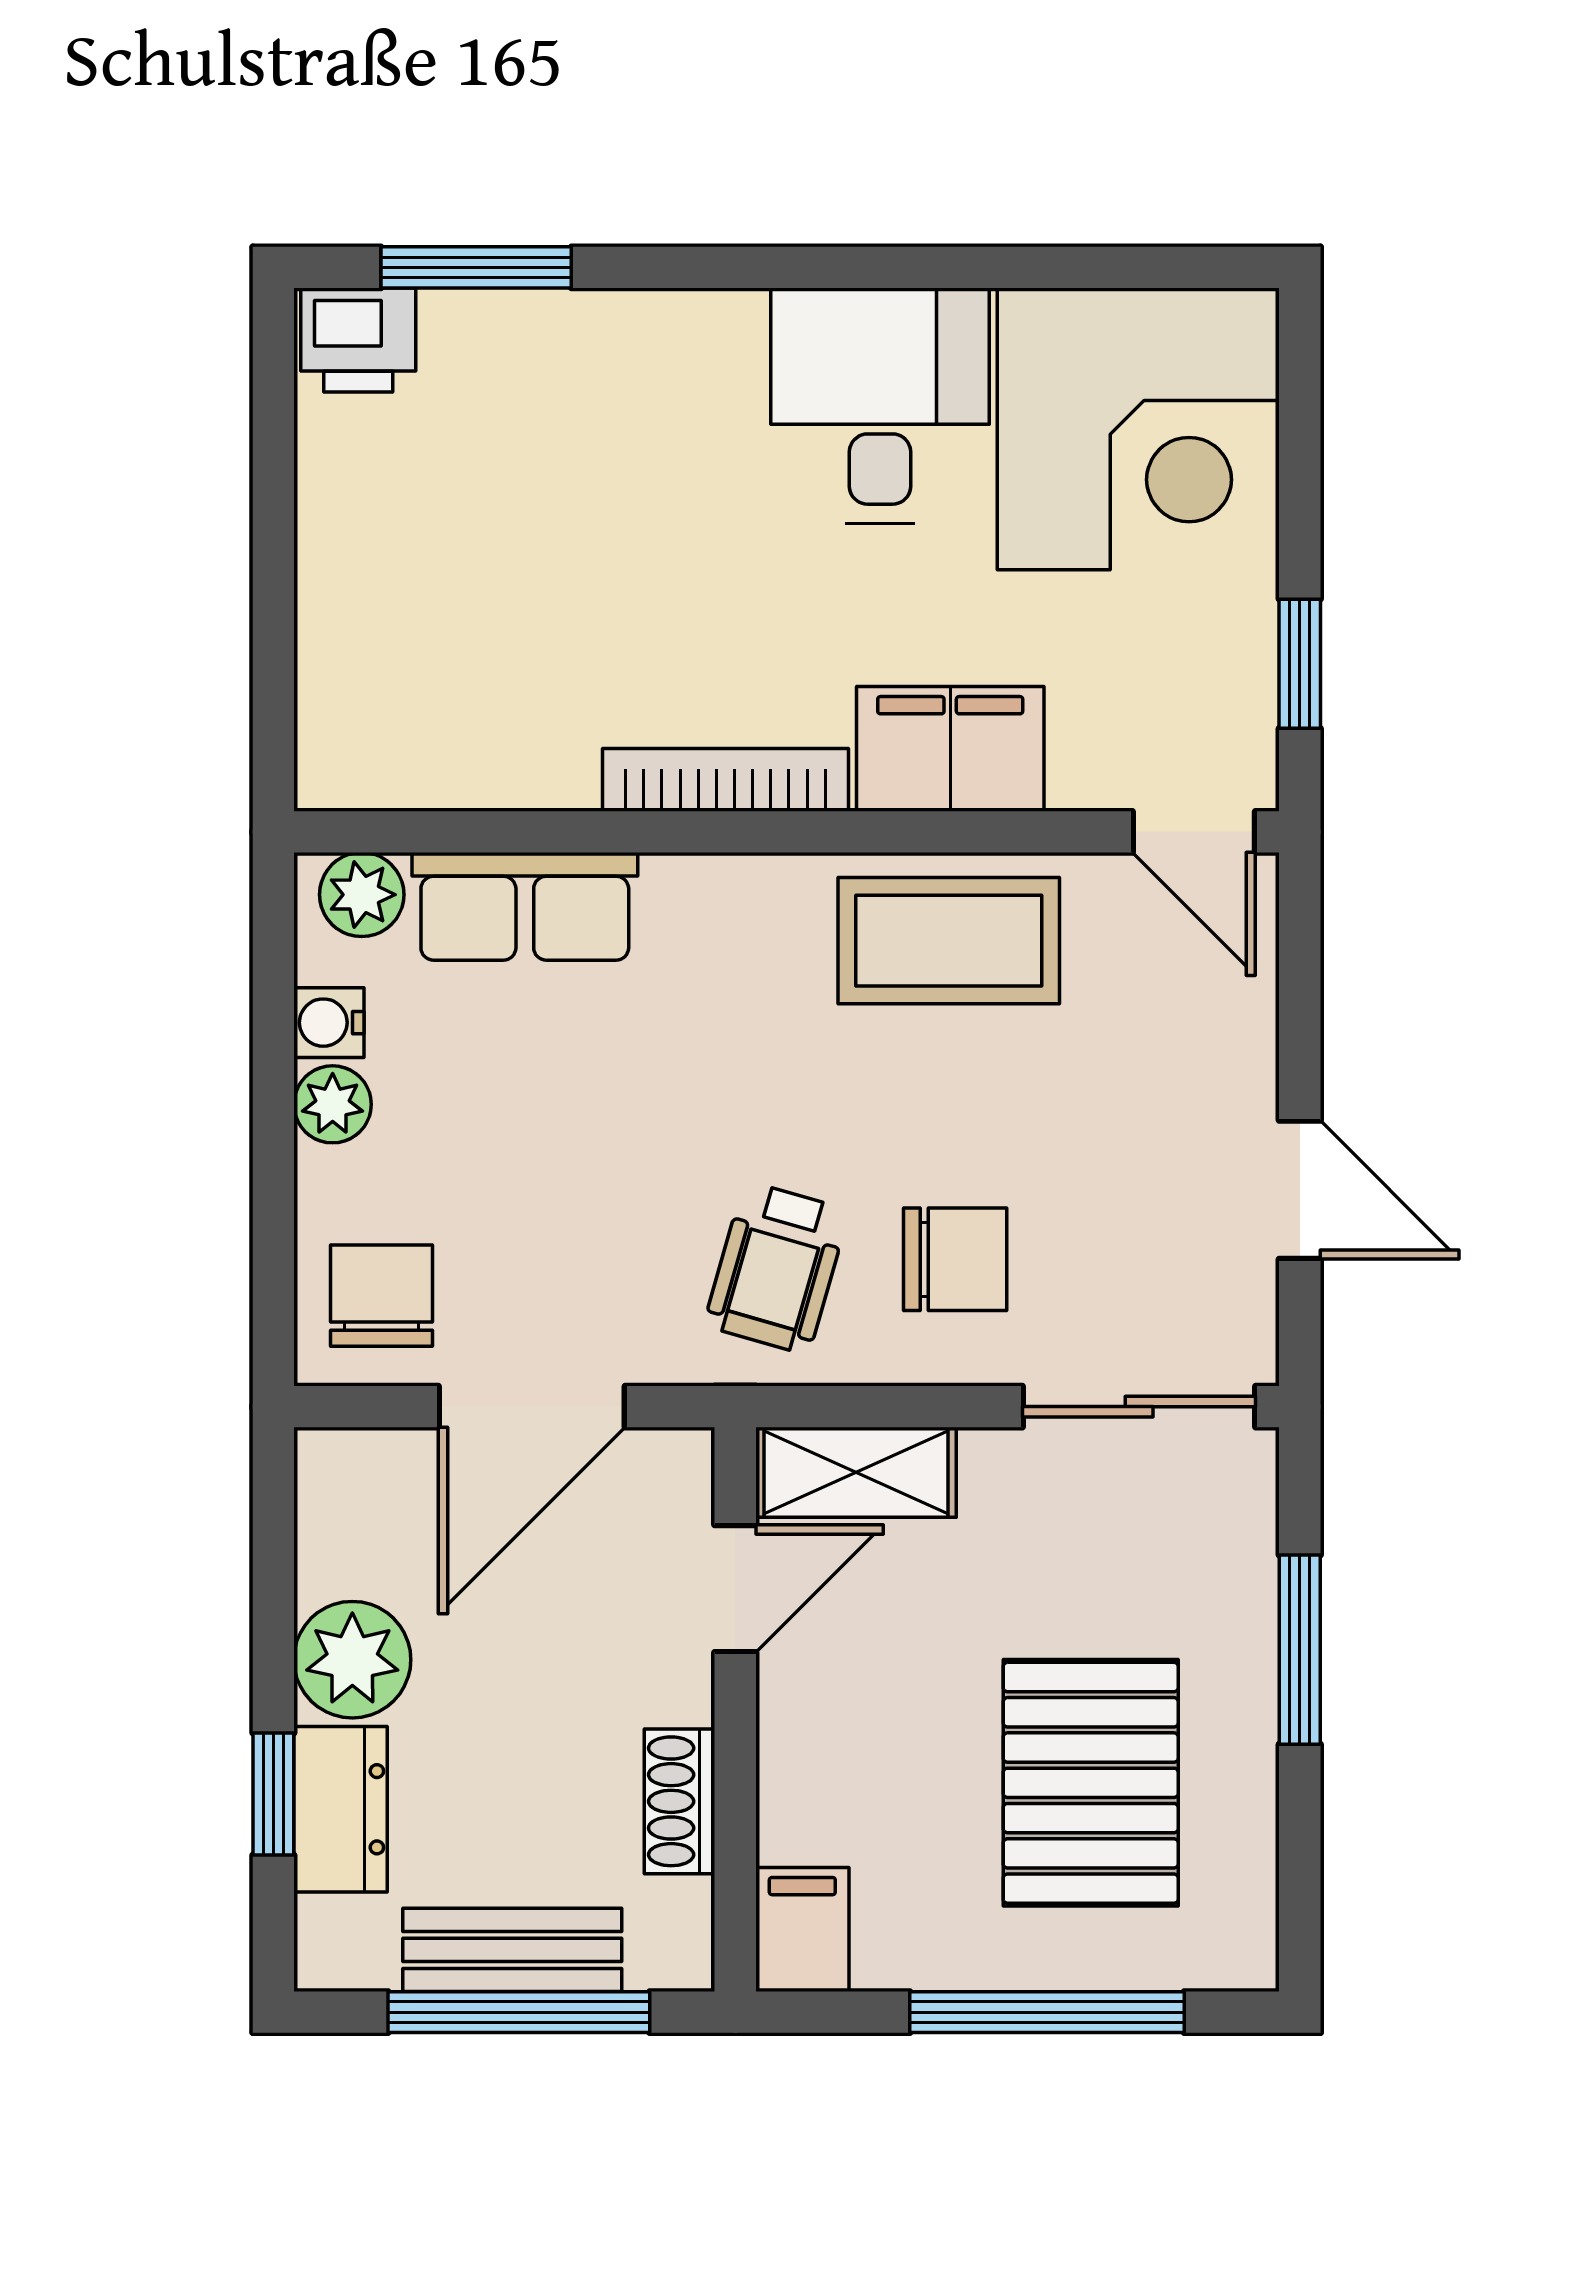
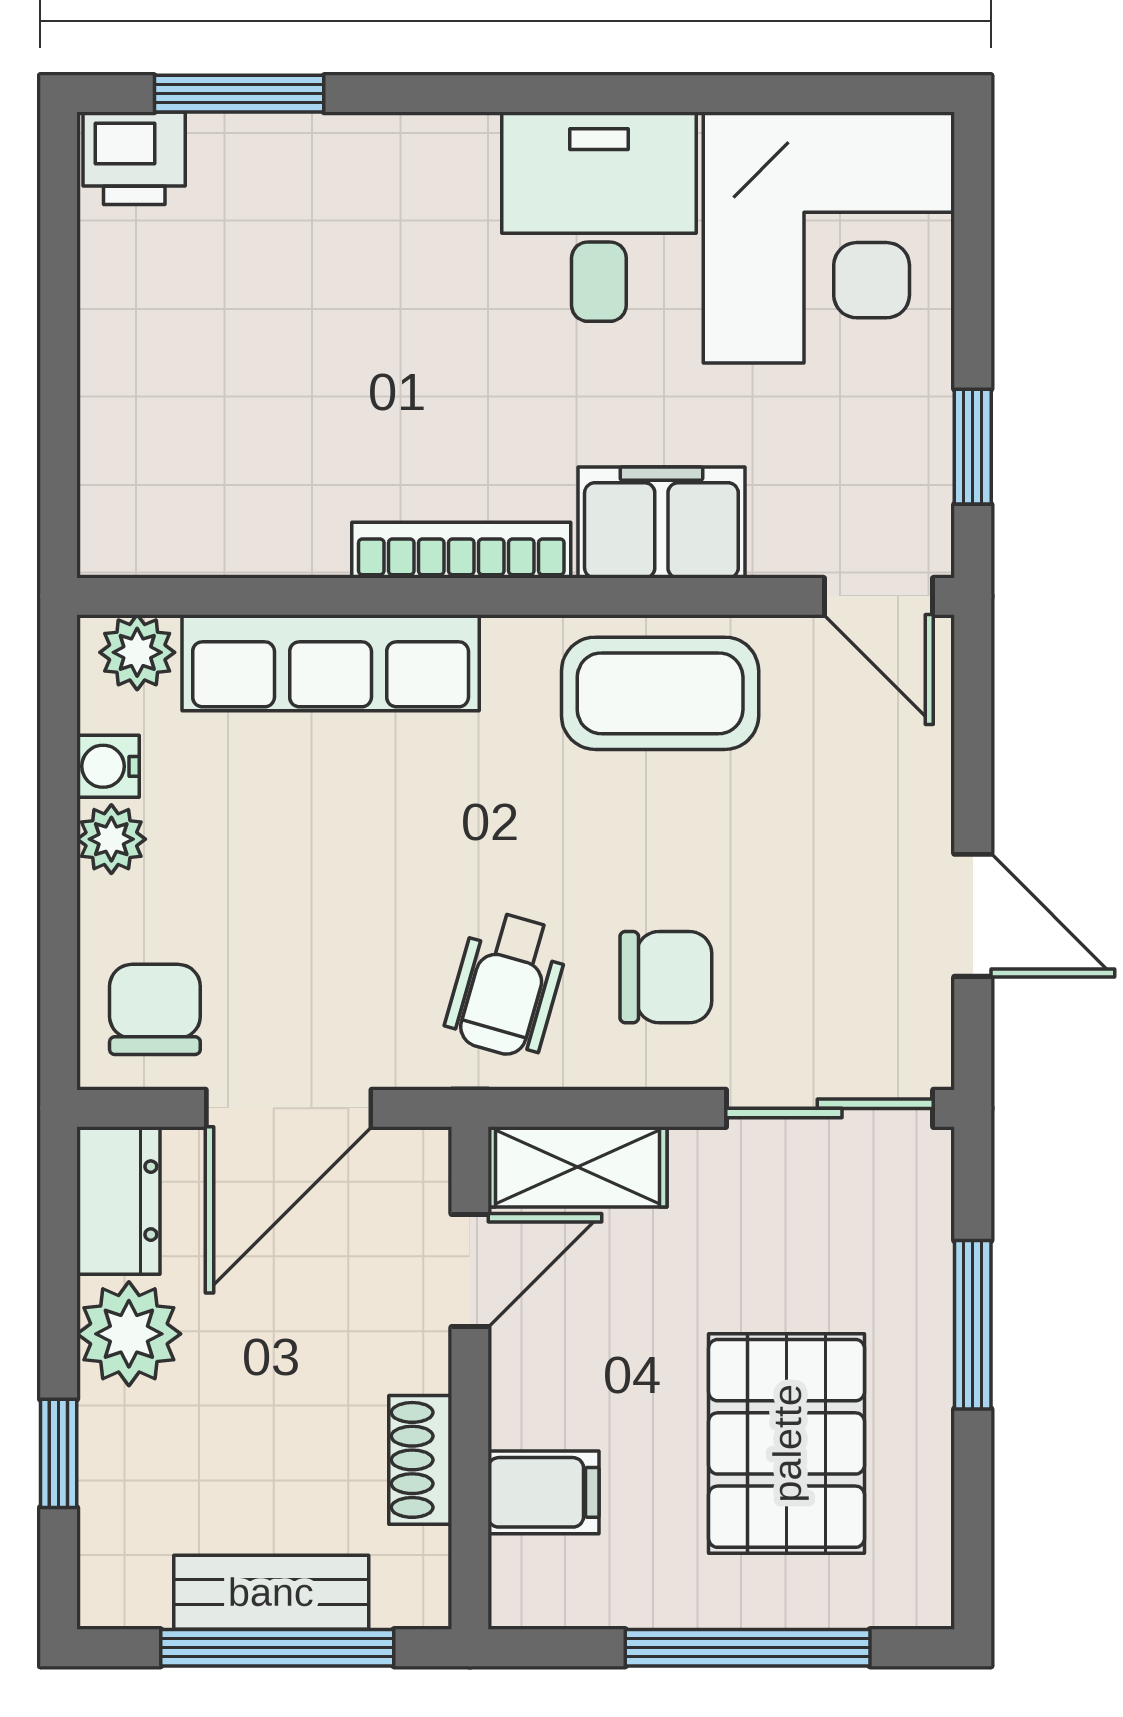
row of seats: (525, 906) -> (331, 663), width x1.48
dresser: (341, 1809) -> (118, 1201), moved
filing cabinet: (802, 1930) -> (544, 1492), moved, turned 90

